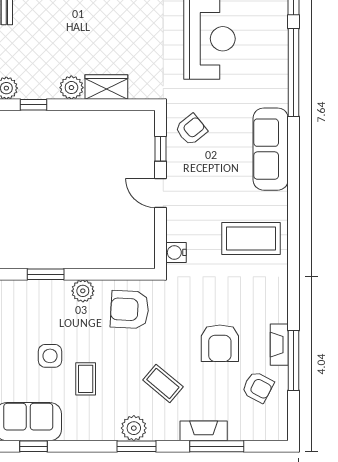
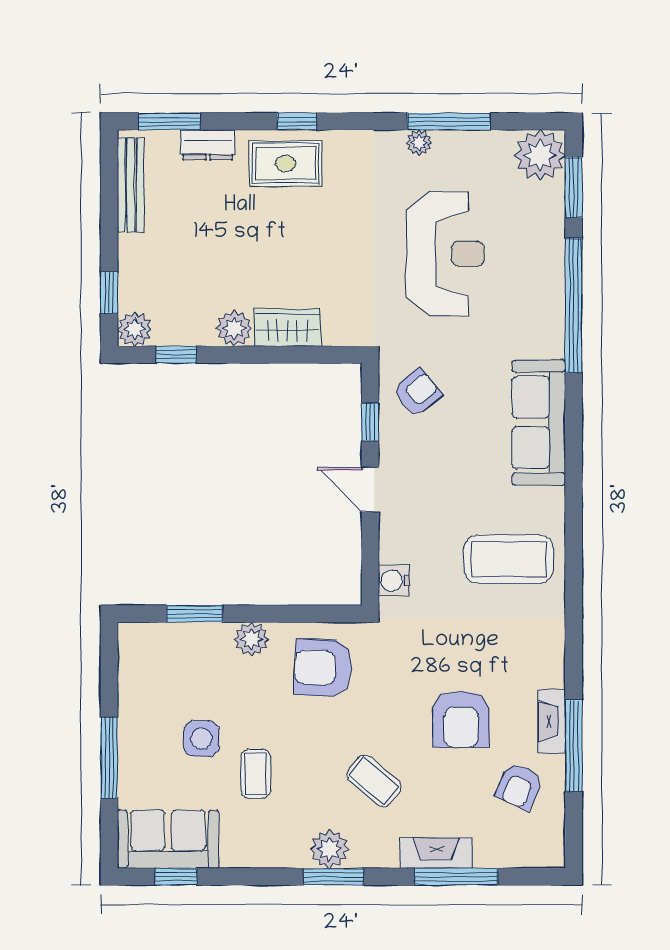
armchair: (258, 387) -> (519, 786), turned 86

